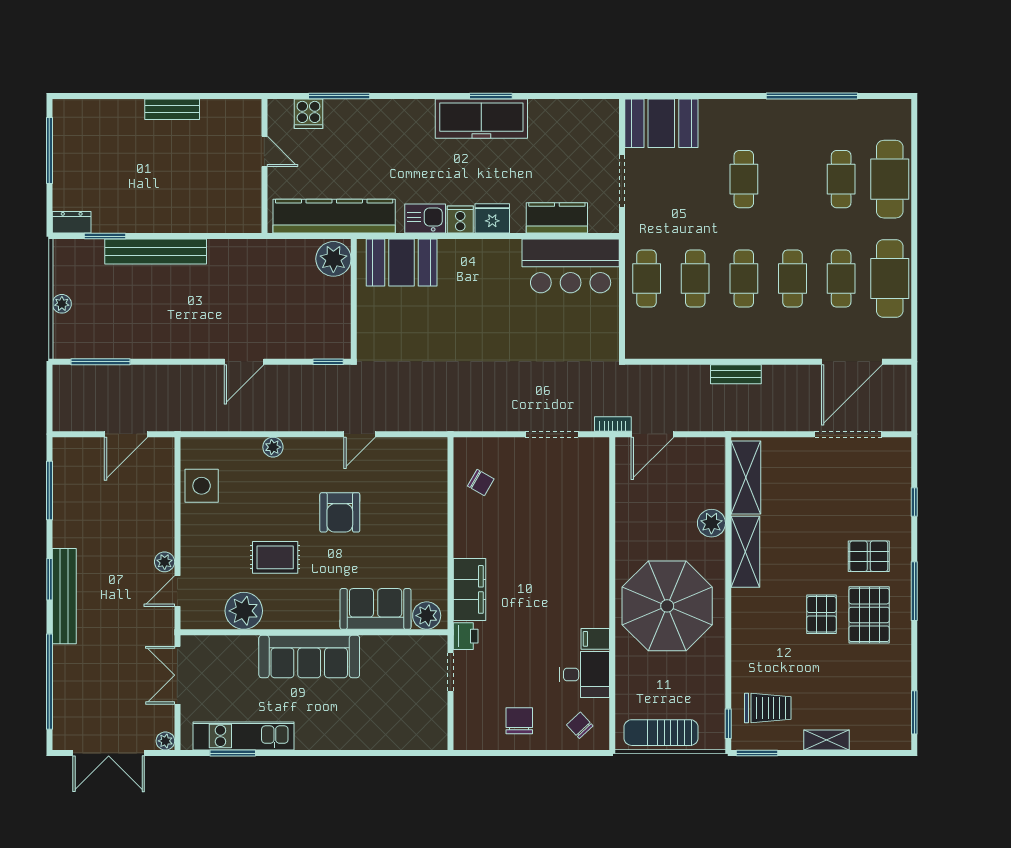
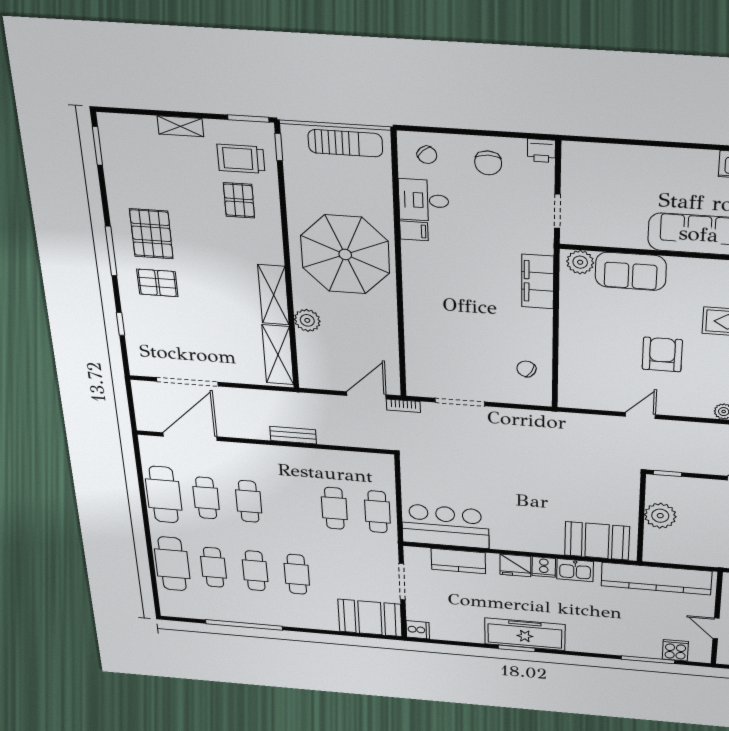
cooker: (606, 111) -> (418, 630), added
plant: (333, 259) -> (660, 516), moved
cafe table: (744, 279) -> (255, 571), moved
pallet: (821, 614) -> (239, 200), moved
printer: (466, 636) -> (541, 151), moved, turned -90

